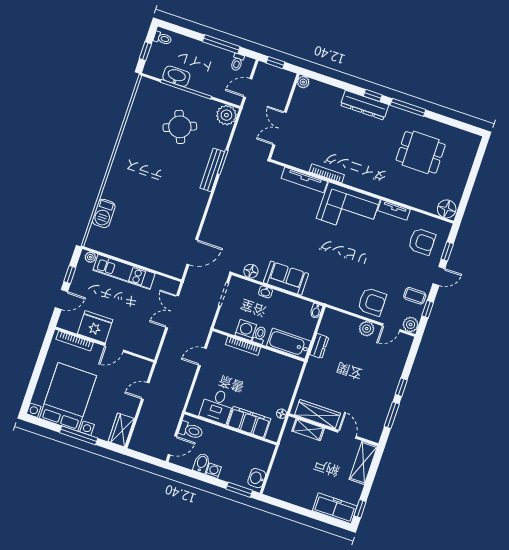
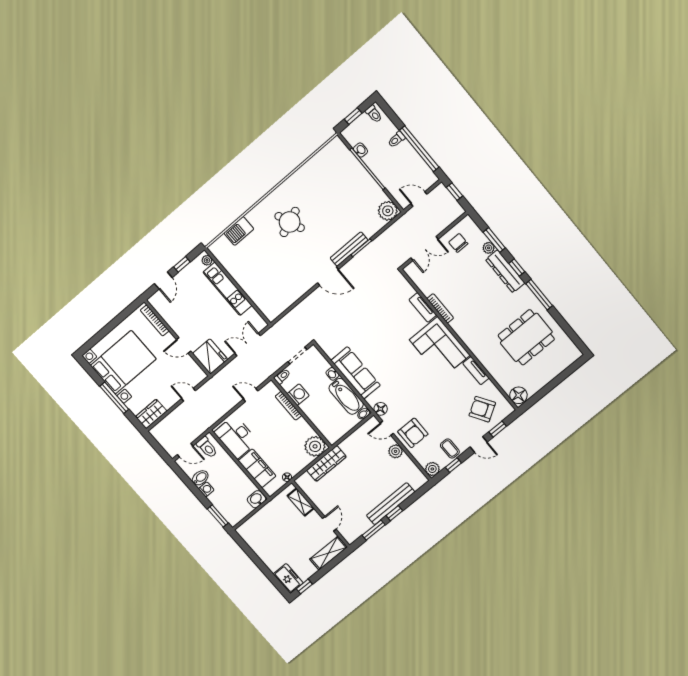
window: (221, 44) -> (419, 149), width x1.46
toilet: (237, 62) -> (396, 139), moved
washbasin: (176, 76) -> (361, 150), width x0.52, depth x0.69
plant: (303, 82) -> (489, 248), moved
window: (337, 83) -> (494, 240), added
chair: (307, 105) -> (458, 243), added
round table: (180, 127) -> (290, 222), moved
double door: (280, 129) -> (424, 249), swing flipped
dining table: (421, 152) -> (526, 337), width x1.38
tv unit: (304, 180) -> (423, 307), width x0.71
armchair: (422, 242) -> (482, 409), turned 148
door: (192, 252) -> (328, 276), moved
floor lamp: (251, 271) -> (381, 409), moved
sofa: (286, 278) -> (356, 373), width x1.36
door: (61, 300) -> (163, 281), hinge flipped
fridge: (95, 327) -> (210, 356), moved
door: (391, 328) -> (387, 428), moved
toilet: (260, 335) -> (282, 376), moved
bathtub: (289, 344) -> (346, 396), moved, turned 180
dresser: (319, 346) -> (349, 442), removed
plant: (290, 369) -> (315, 446), added
bench: (392, 380) -> (391, 504), added
desk: (217, 406) -> (236, 437), width x1.37
wardrobe: (318, 414) -> (326, 464), moved, turned 90
washbasin: (257, 478) -> (256, 499), moved
freezer: (335, 508) -> (288, 578), width x0.71

